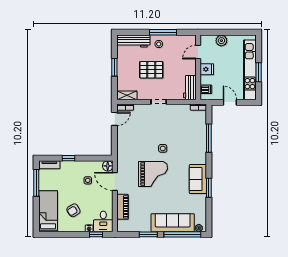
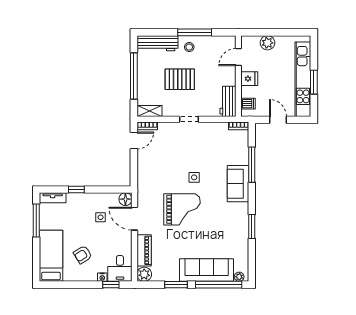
window: (114, 67) -> (134, 76), width x2.11
sofa: (198, 179) -> (238, 184), moved
plant: (123, 226) -> (144, 274), added

